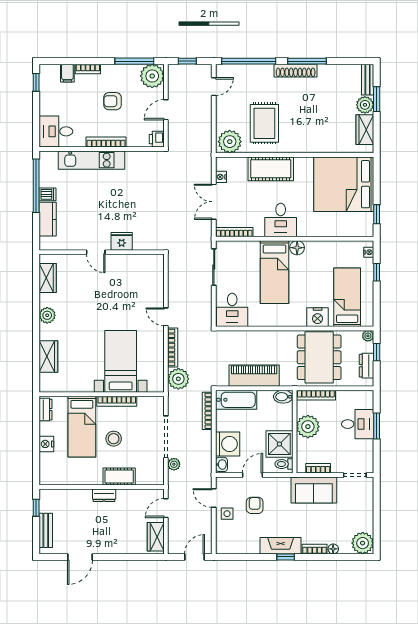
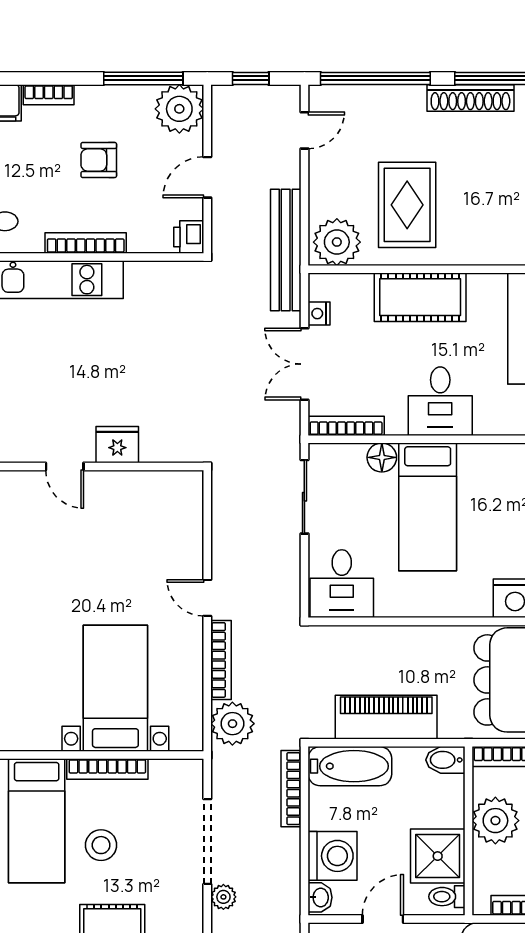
bench: (205, 146) -> (286, 250), added
floor lamp: (297, 248) -> (382, 457), moved

